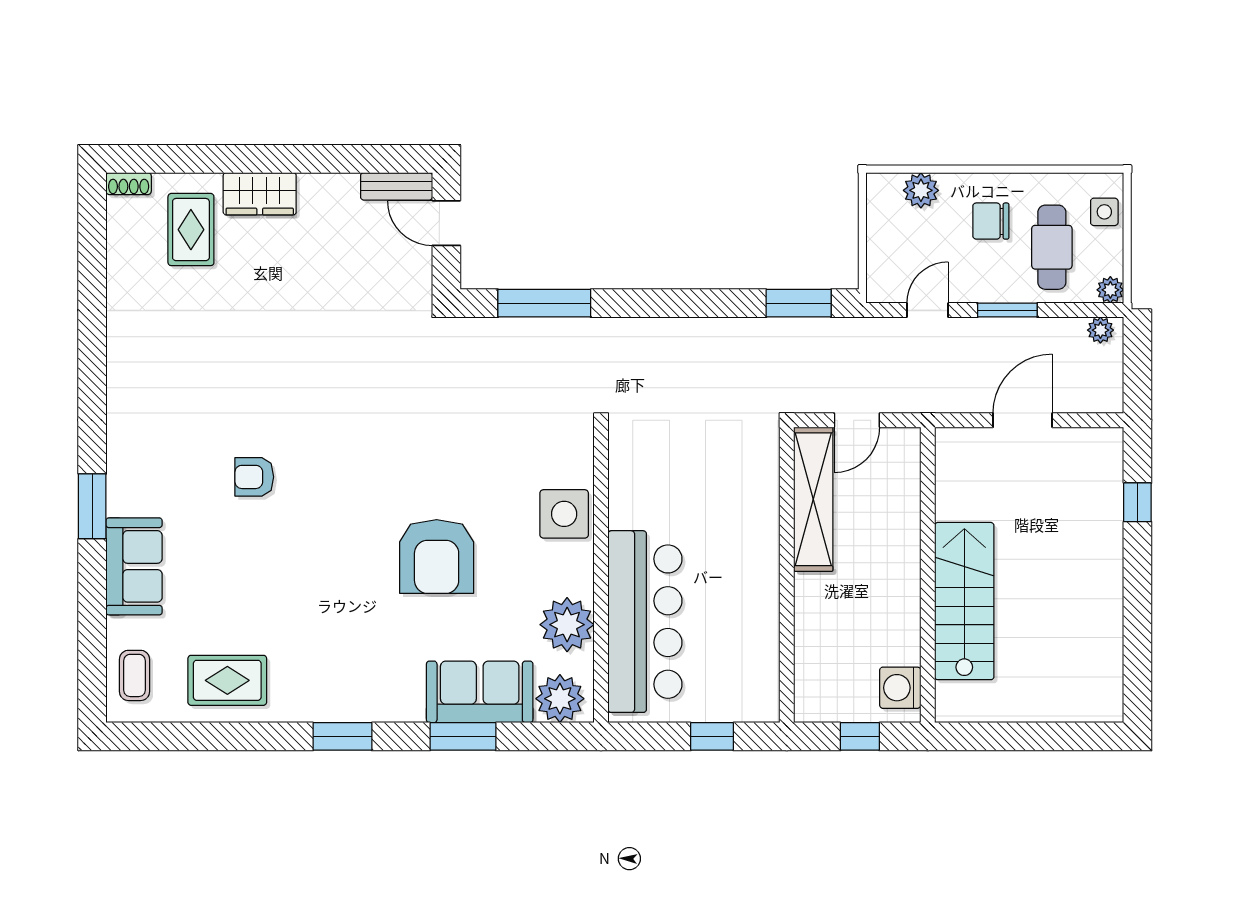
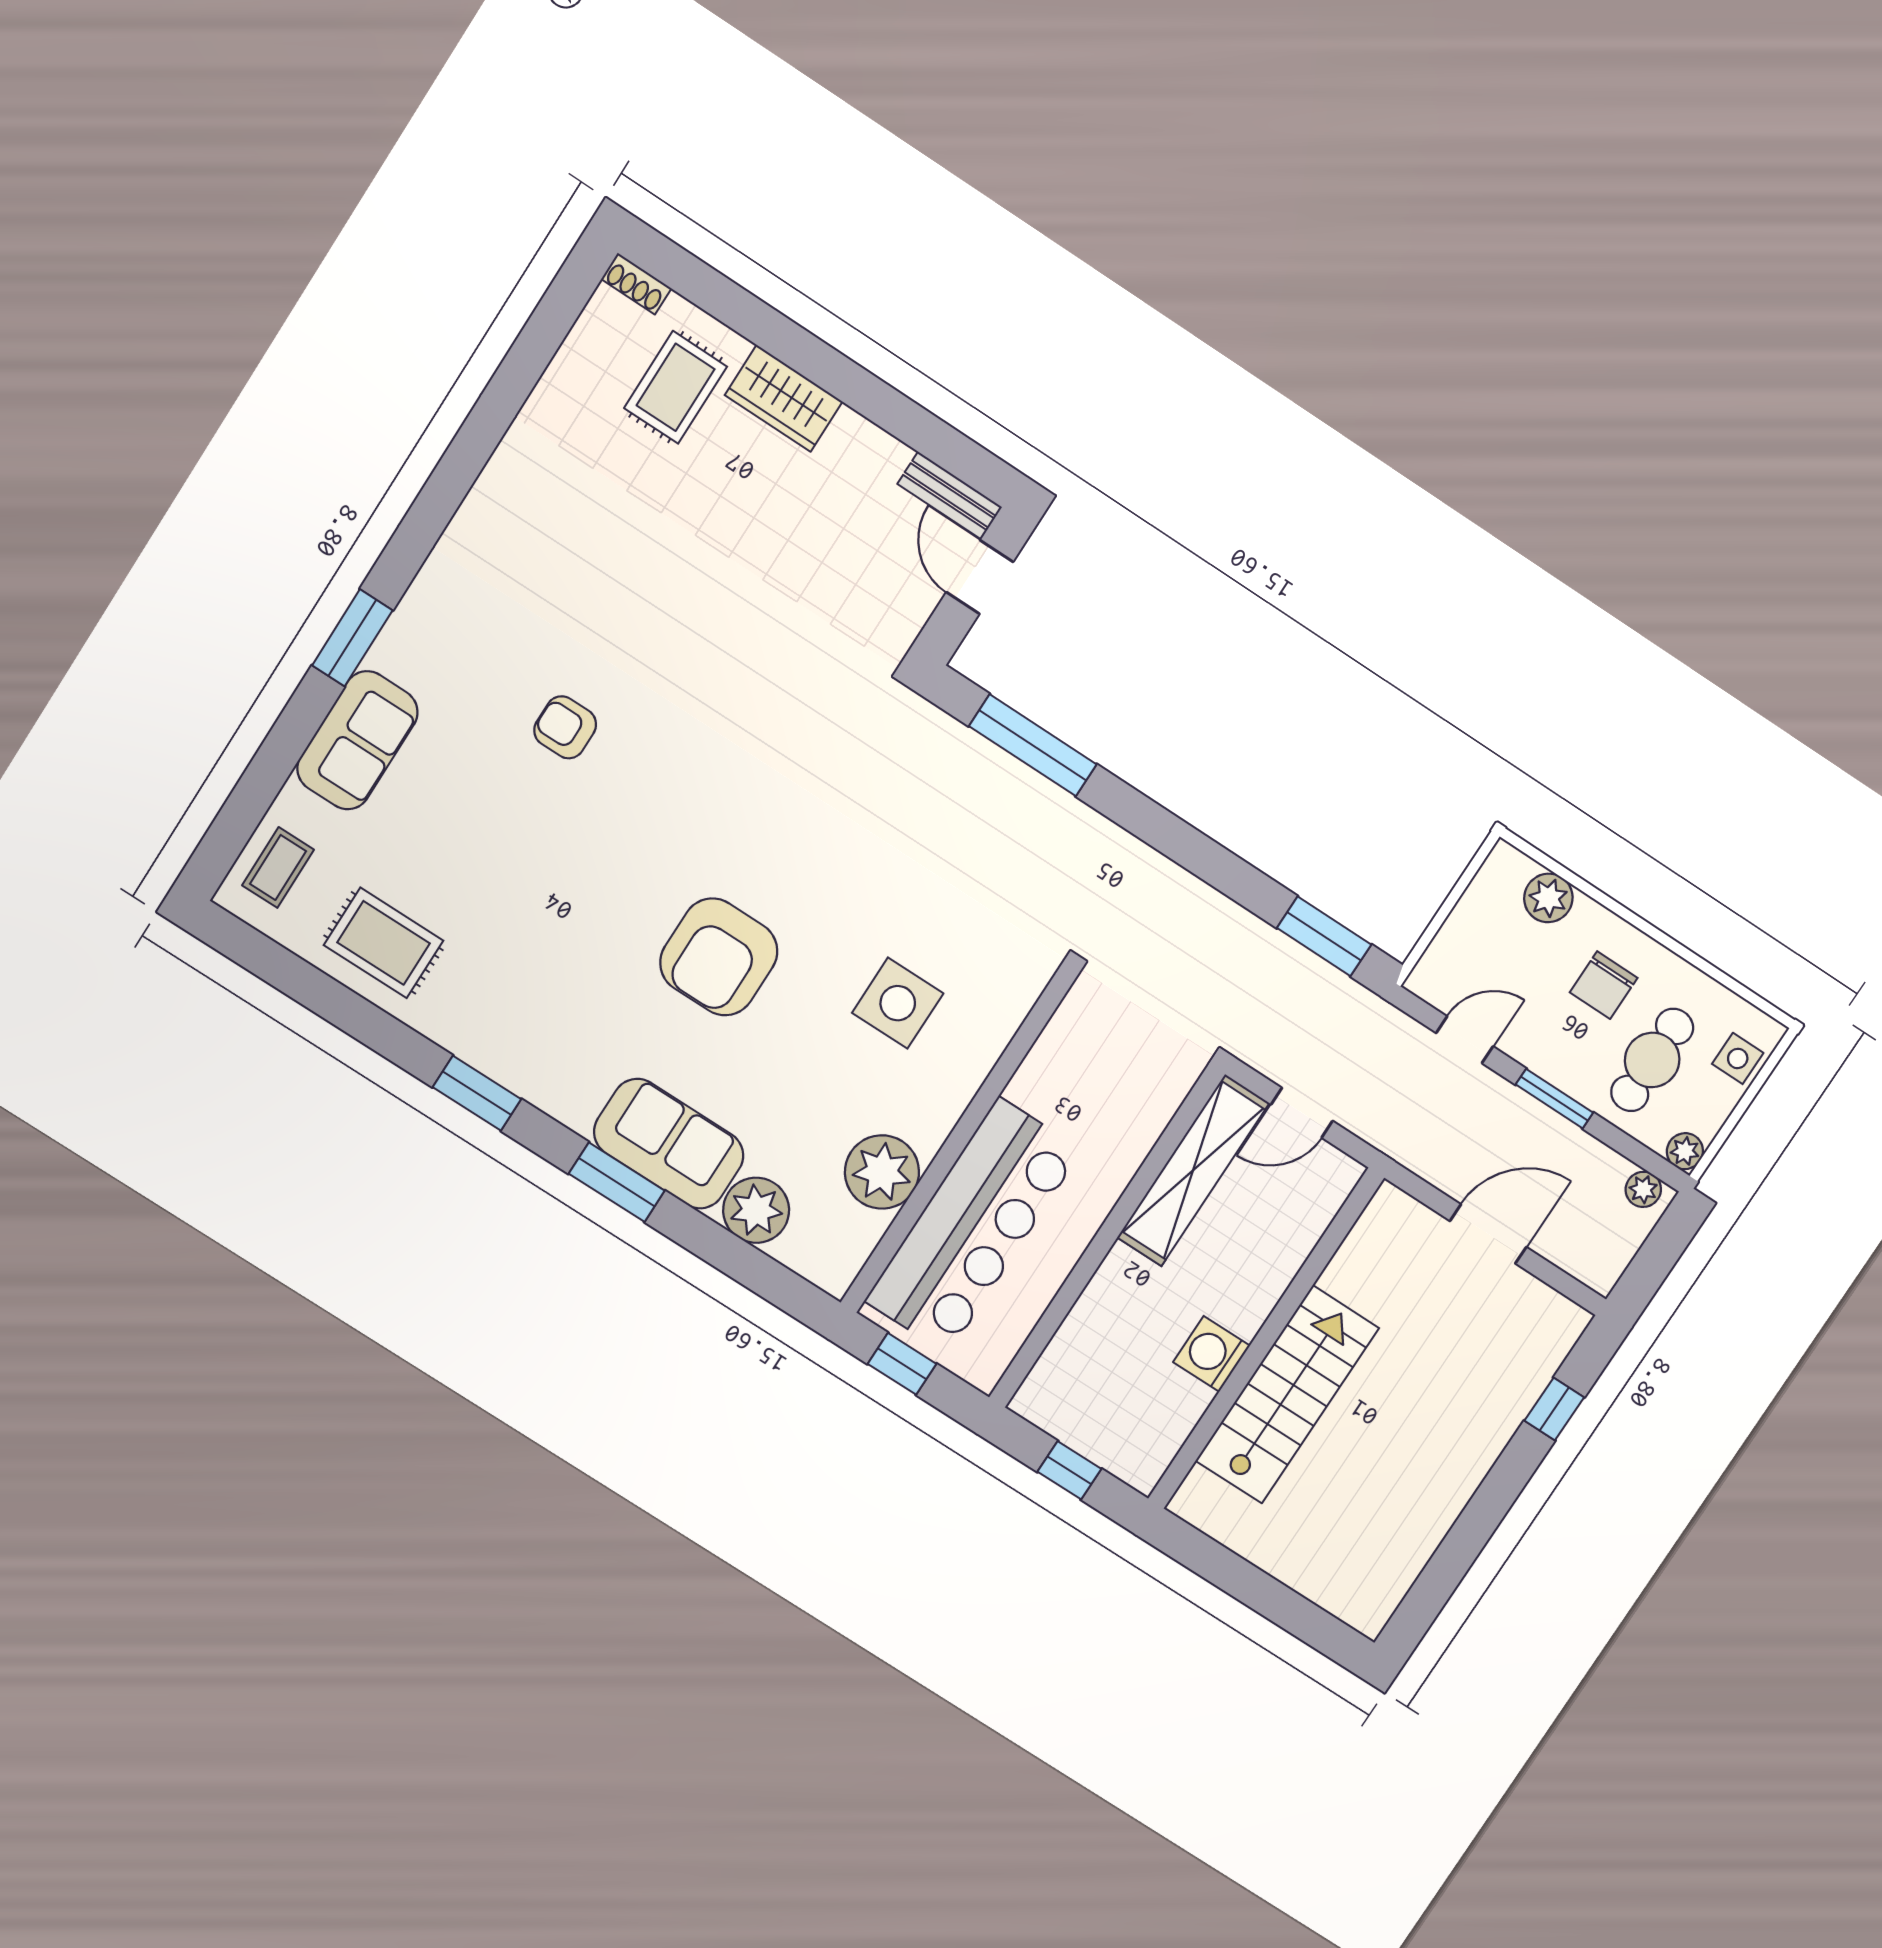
chair: (991, 221) -> (1604, 985), turned -90
wall: (601, 575) -> (958, 1141), moved
bar counter: (645, 622) -> (973, 1226), moved
plant: (567, 625) -> (882, 1172), moved
washing machine: (900, 688) -> (1211, 1354), moved

